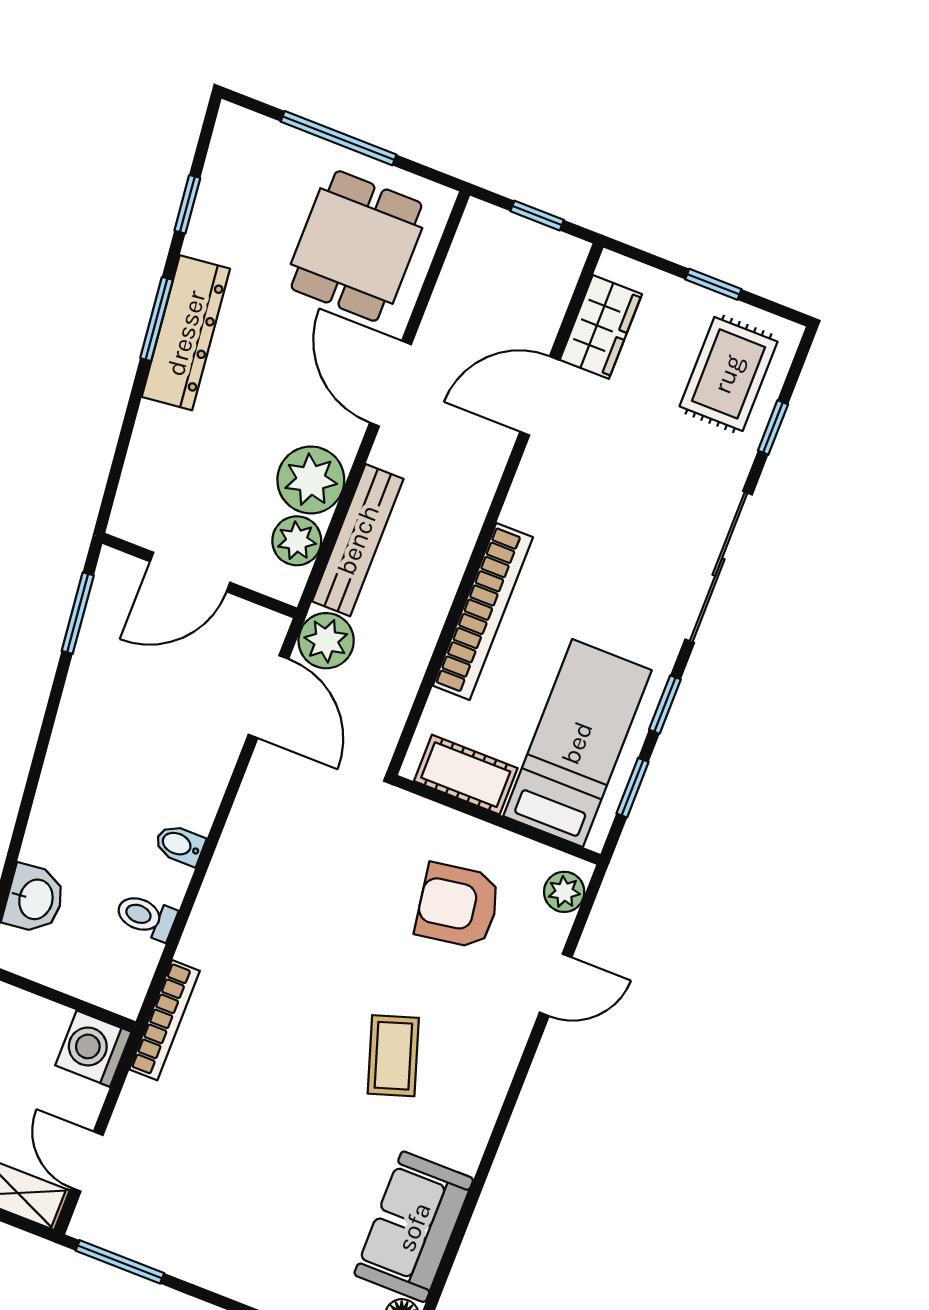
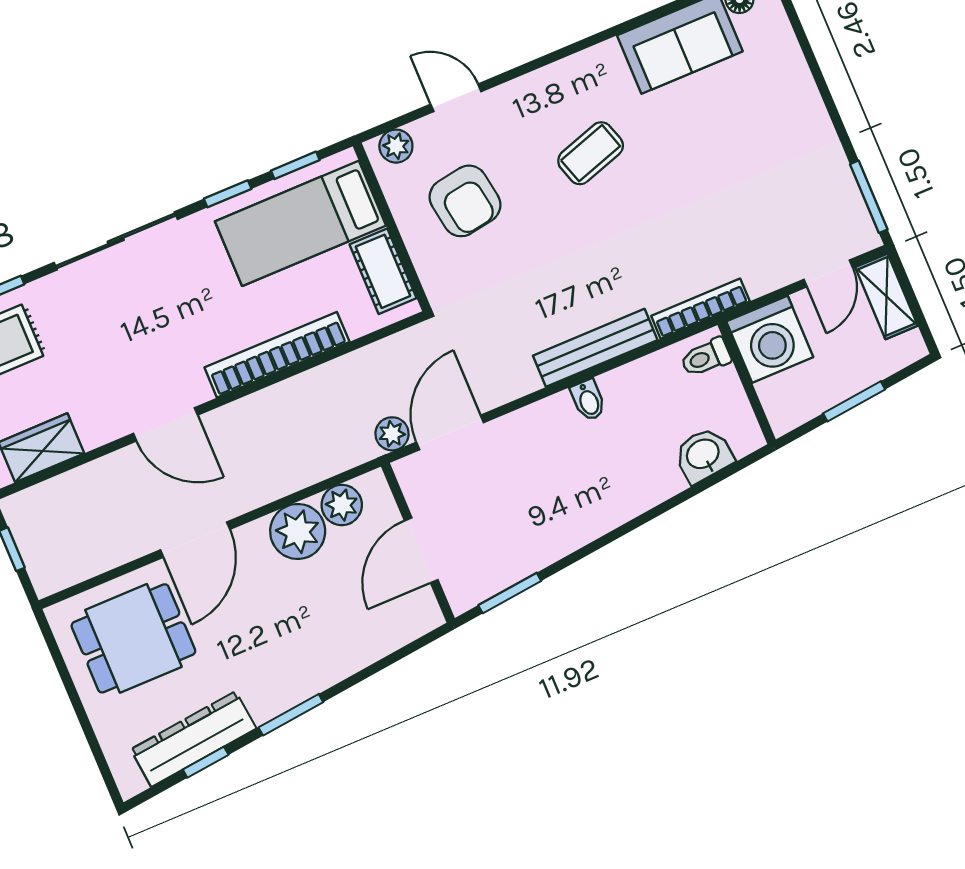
window: (339, 138) -> (80, 711), removed
dresser: (186, 333) -> (193, 739), moved
door: (539, 396) -> (166, 424), moved
bench: (358, 540) -> (595, 348), moved
door: (190, 572) -> (421, 550), swing flipped
plant: (326, 641) -> (392, 434), width x0.73, depth x0.73
toilet: (146, 917) -> (706, 357), moved, turned 90
washing machine: (93, 1049) -> (770, 339), width x1.37, depth x1.37

